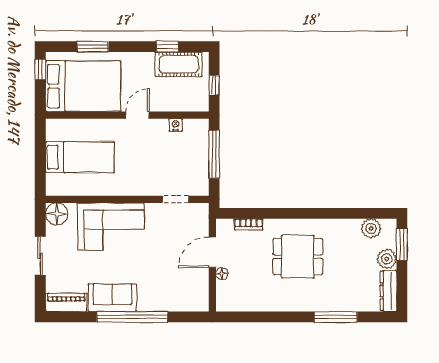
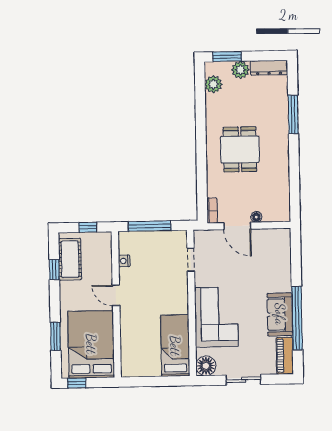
bed: (80, 157) -> (175, 346), moved
bookcase: (249, 224) -> (212, 211), moved
window: (132, 317) -> (297, 318), moved

